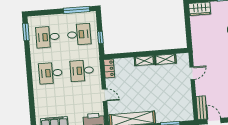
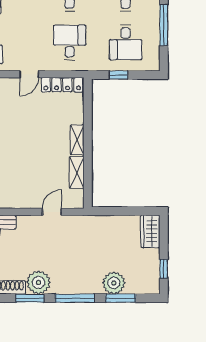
window: (76, 10) -> (164, 25), moved
locker: (109, 68) -> (62, 85), width x1.53
door: (192, 73) -> (52, 212), swing flipped

